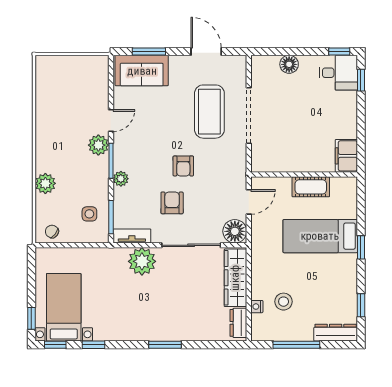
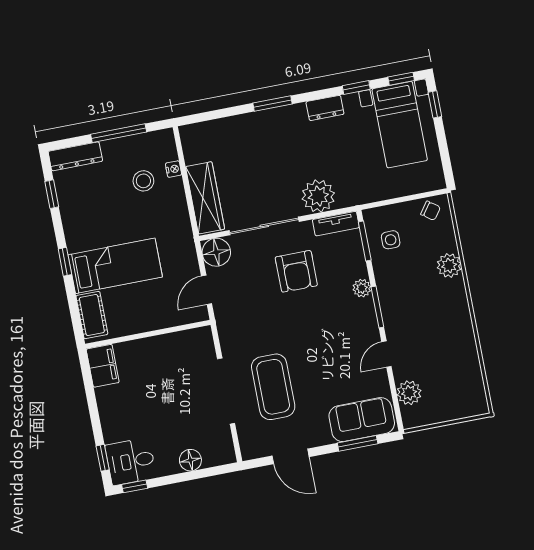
plant: (98, 145) -> (409, 393), moved
armchair: (183, 166) -> (291, 317), removed
cot: (311, 187) -> (92, 315), moved, turned 90
armchair: (172, 203) -> (296, 271), width x1.38, depth x1.38
dresser: (238, 323) -> (325, 108), moved, turned 90

